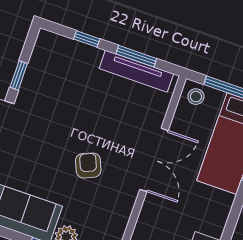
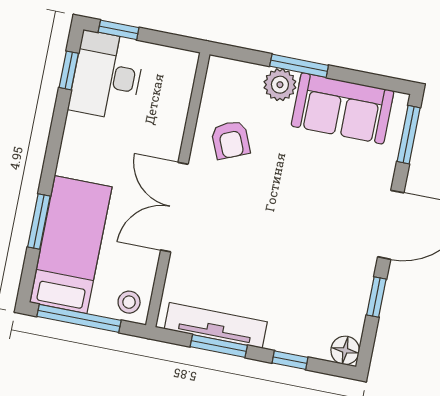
floor lamp: (46, 40) -> (345, 350), added
armchair: (88, 165) -> (231, 140), moved

